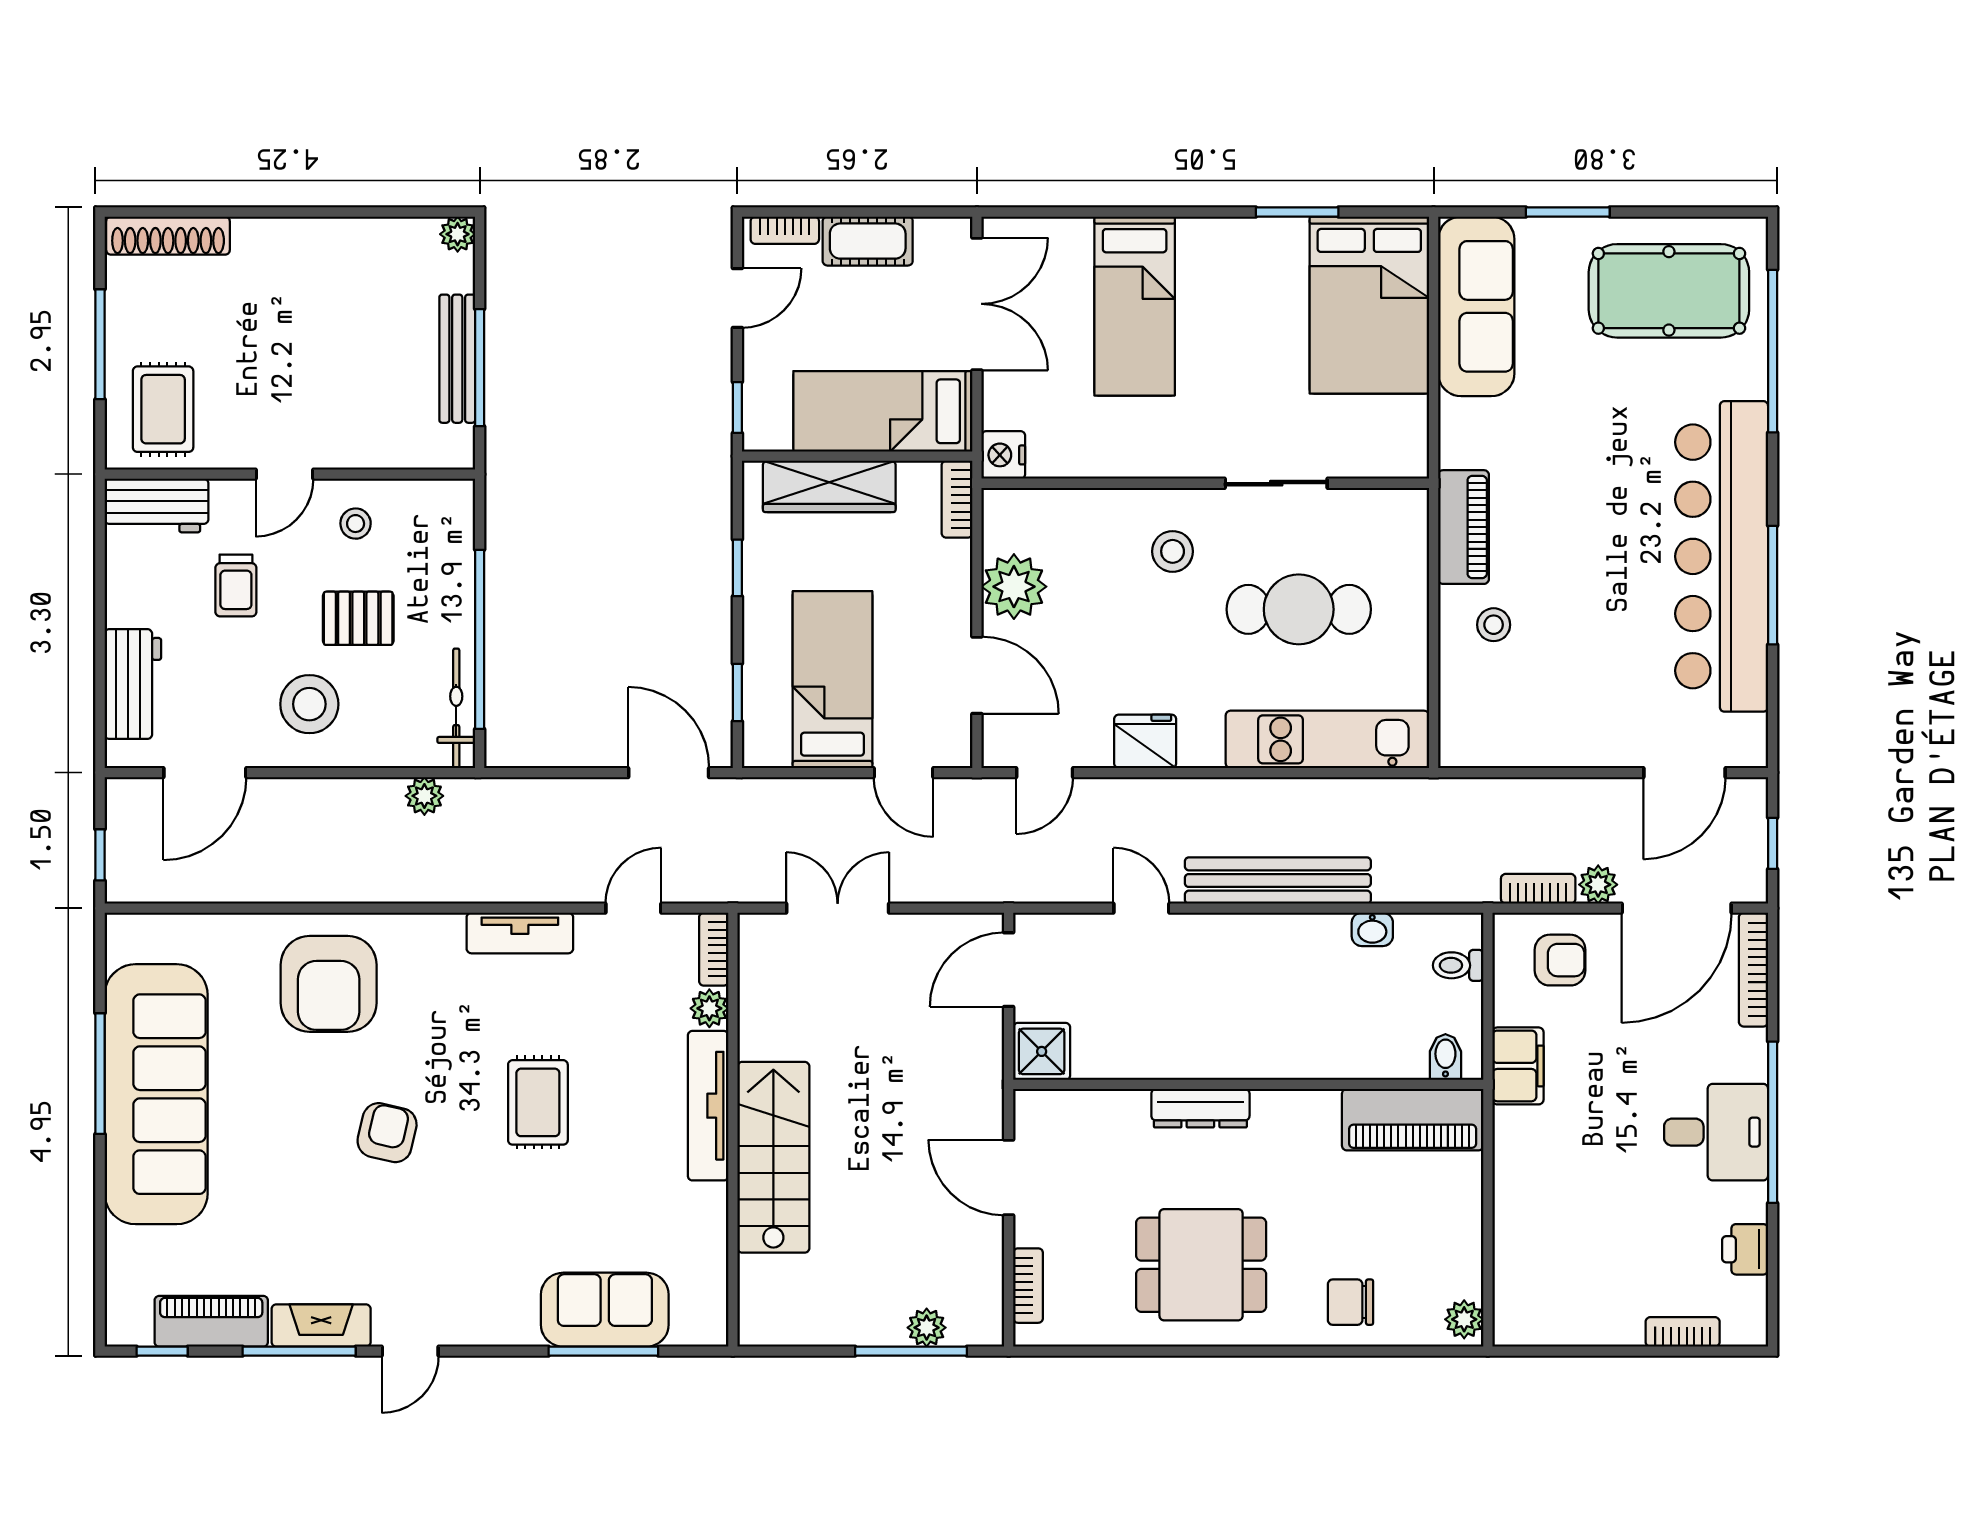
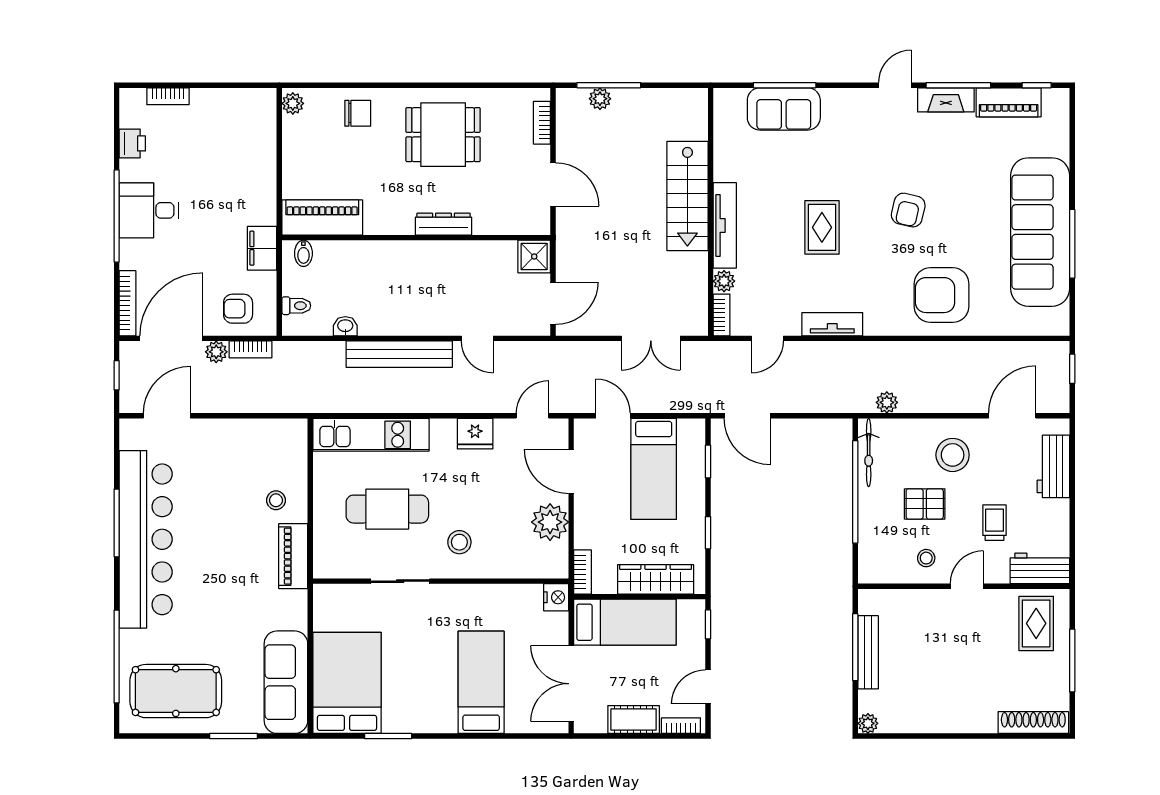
armchair: (329, 984) -> (942, 295), turned -90

